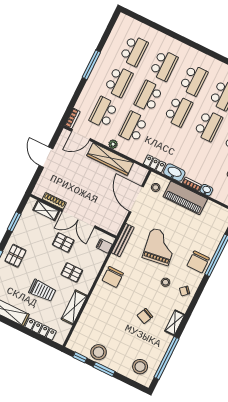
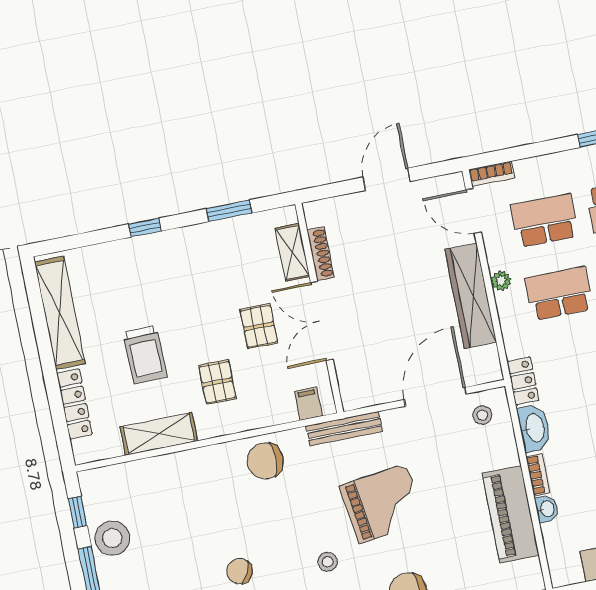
piano: (185, 198) -> (511, 514), moved
pallet: (15, 256) -> (170, 259), removed

